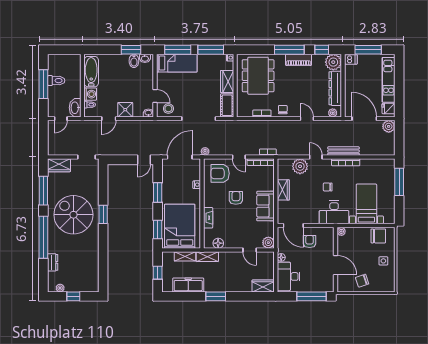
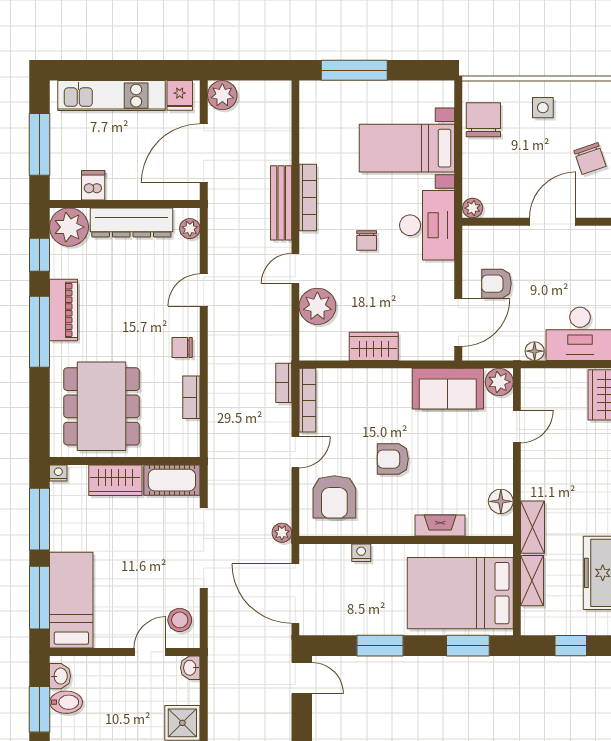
dishwasher: (351, 59) -> (93, 185), moved
dining table: (258, 76) -> (102, 406), turned 90
sofa: (265, 206) -> (448, 389), moved

